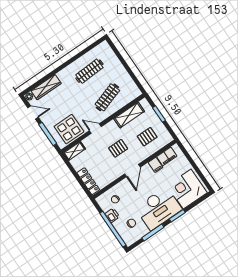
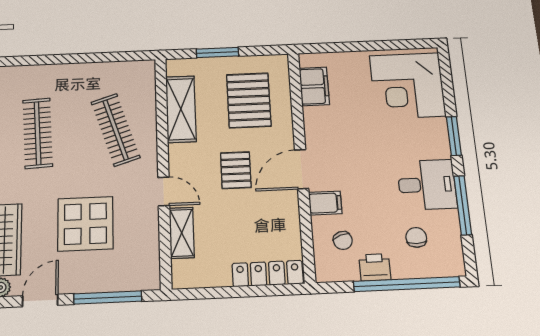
display table: (69, 129) -> (85, 224), moved
door: (95, 129) -> (164, 191), swing flipped
pallet: (147, 137) -> (249, 100), width x1.50, depth x1.42
shelving: (74, 151) -> (182, 233), moved
filing cabinet: (155, 165) -> (325, 203), moved
door: (132, 171) -> (302, 169), swing flipped
desk: (159, 208) -> (427, 185), width x0.53, depth x0.77

